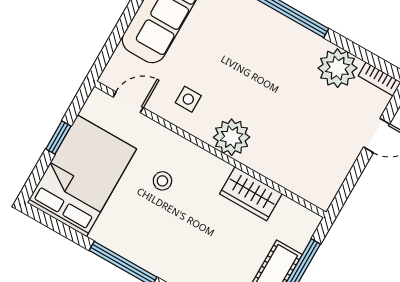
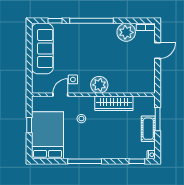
door: (128, 102) -> (60, 95), moved
wardrobe: (251, 194) -> (114, 103), width x1.50

